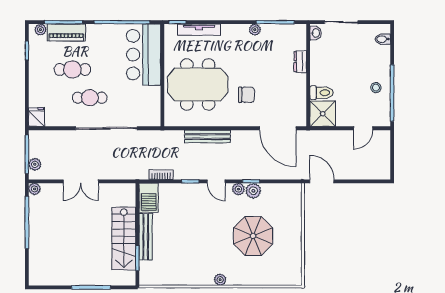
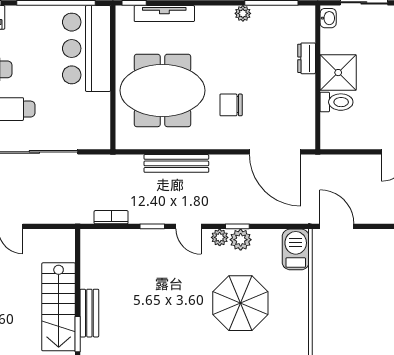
chair: (246, 95) -> (231, 105), turned 180
shower: (323, 114) -> (338, 73), moved
barbecue: (149, 198) -> (296, 249), moved, turned 180
bench: (146, 237) -> (89, 313), width x0.73

